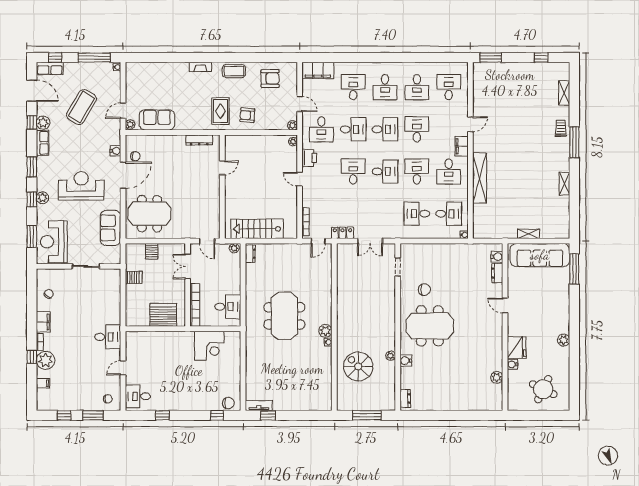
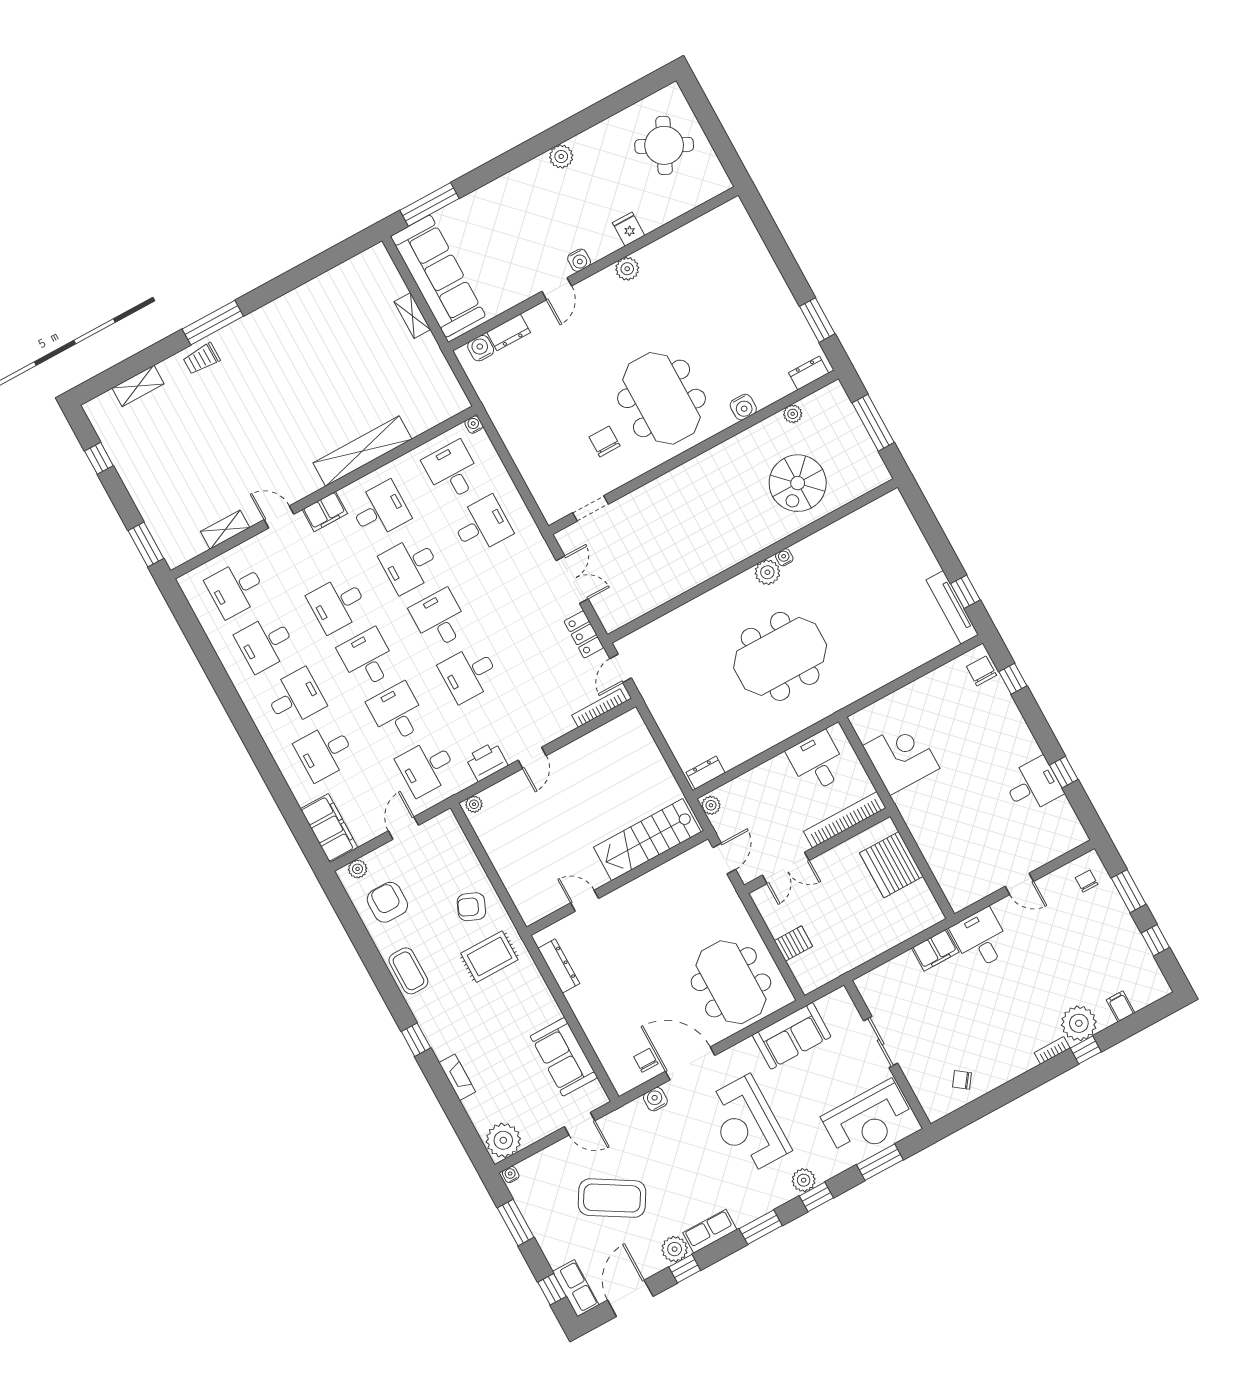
window: (94, 58) -> (516, 1223), width x0.69
window: (201, 58) -> (416, 1040), added
fireplace: (200, 67) -> (457, 1077), moved
desk: (417, 87) -> (265, 643), turned 180
armchair: (247, 115) -> (471, 907), turned 109
plant: (130, 124) -> (503, 1140), moved, width x1.87, depth x1.87
plant: (292, 125) -> (358, 869), moved
desk: (321, 129) -> (427, 767), turned 180
shelving: (564, 184) -> (225, 530), moved
desk: (417, 214) -> (482, 525), turned -90
stairs: (257, 229) -> (647, 840), moved, turned 90
door: (318, 241) -> (621, 668), swing flipped
server rack: (134, 277) -> (855, 950), removed
filing cabinet: (43, 322) -> (935, 950), moved, turned 180
fridge: (517, 348) -> (629, 229), width x0.53, depth x0.75
plant: (391, 356) -> (793, 414), moved
water cooler: (512, 364) -> (579, 260), moved
plant: (497, 377) -> (627, 269), moved
desk: (138, 396) -> (1033, 785), moved, turned -90
tv unit: (259, 406) -> (952, 607), width x1.41
window: (427, 415) -> (817, 320), added

